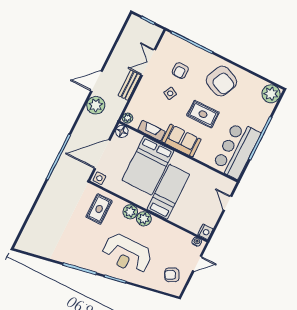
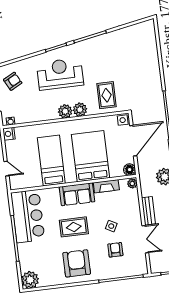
armchair: (221, 81) -> (77, 263), turned 66
bed: (168, 192) -> (51, 161), moved, turned 180

